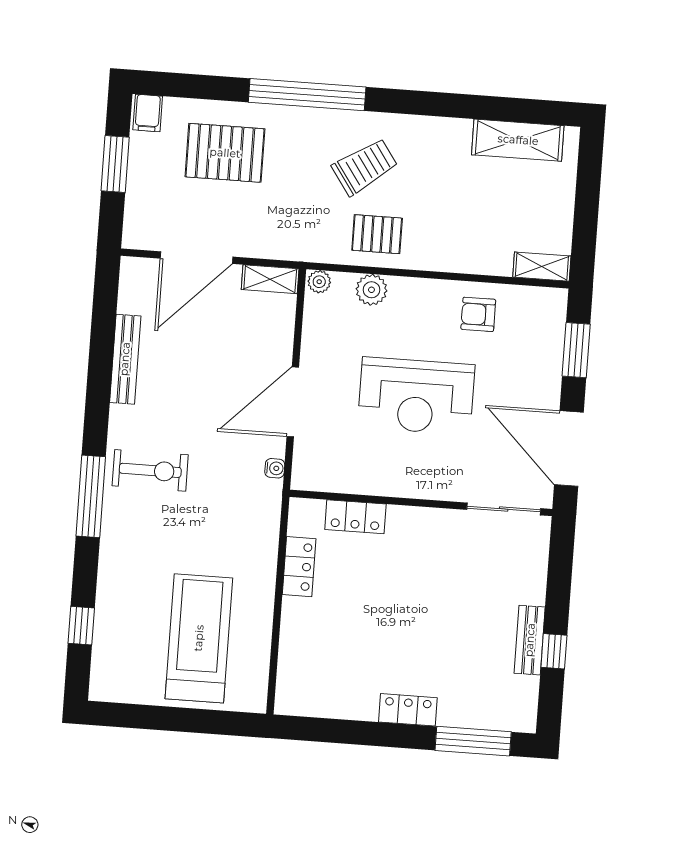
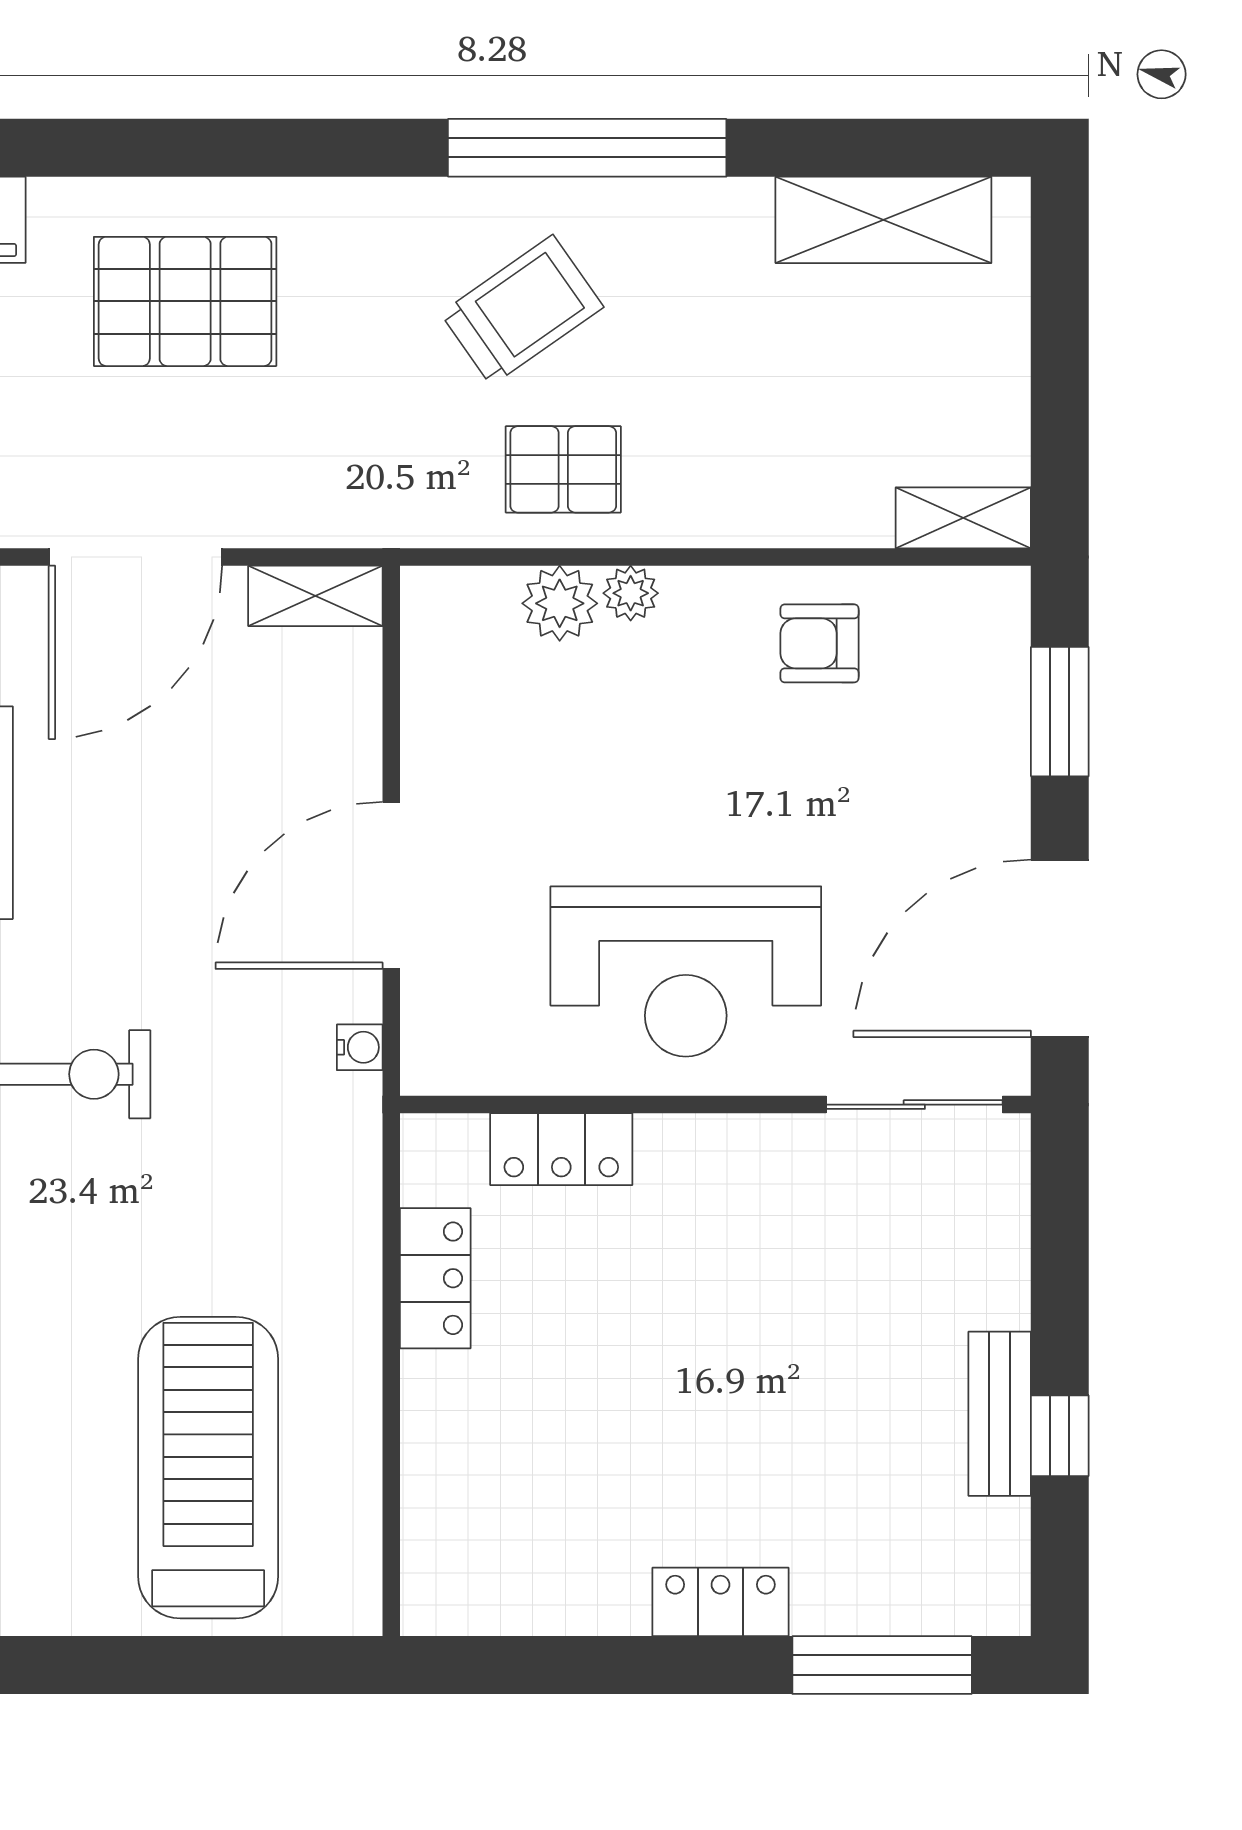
window: (307, 95) -> (587, 148), moved
plant: (319, 282) -> (631, 593), moved
reception desk: (416, 396) -> (686, 971), moved
door: (569, 448) -> (1060, 948), hinge flipped

